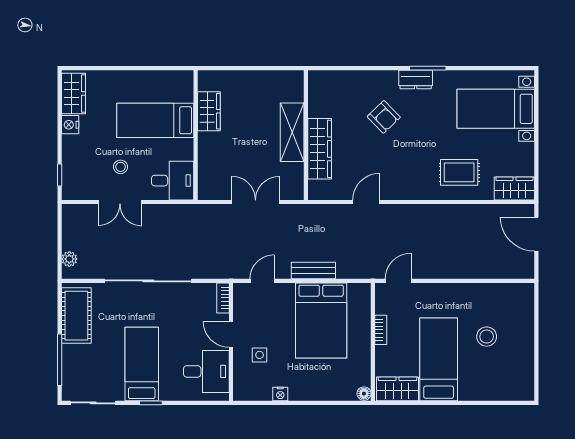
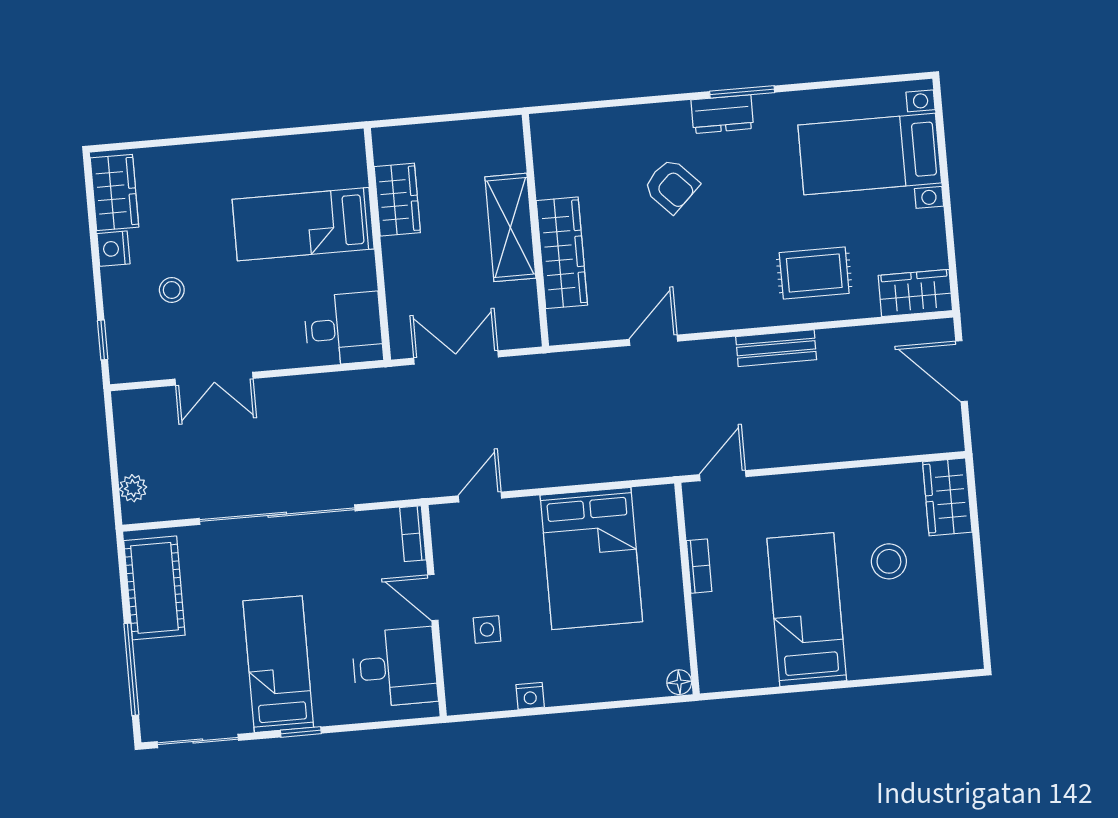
wardrobe: (209, 111) -> (397, 200), moved
bed: (155, 120) -> (303, 224), moved
wall: (196, 135) -> (377, 244), moved
stool: (121, 167) -> (172, 290), moved
desk: (173, 181) -> (343, 329), moved
bench: (313, 270) -> (776, 348), moved
wardrobe: (397, 389) -> (947, 497), moved, turned -90

